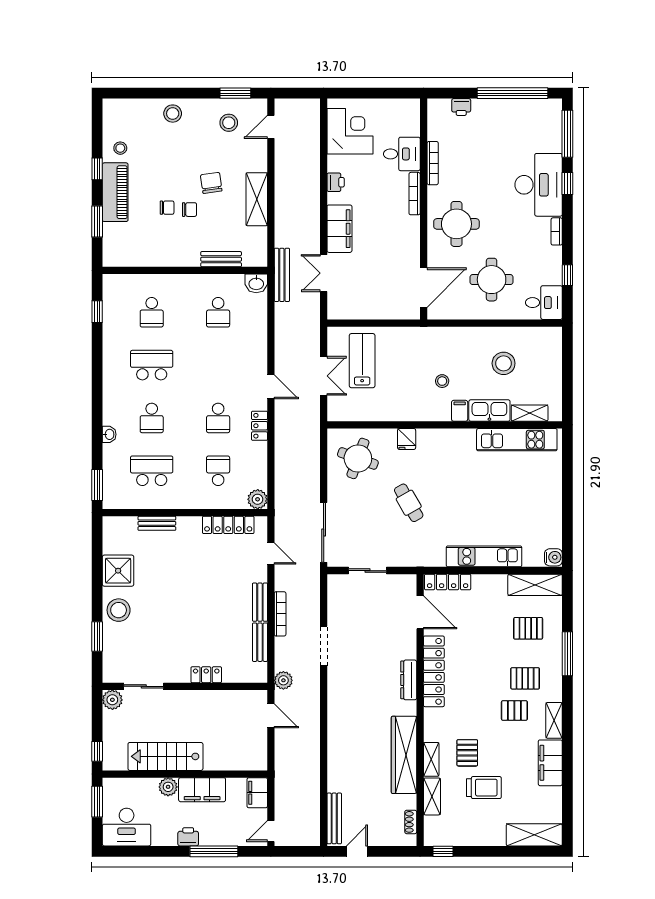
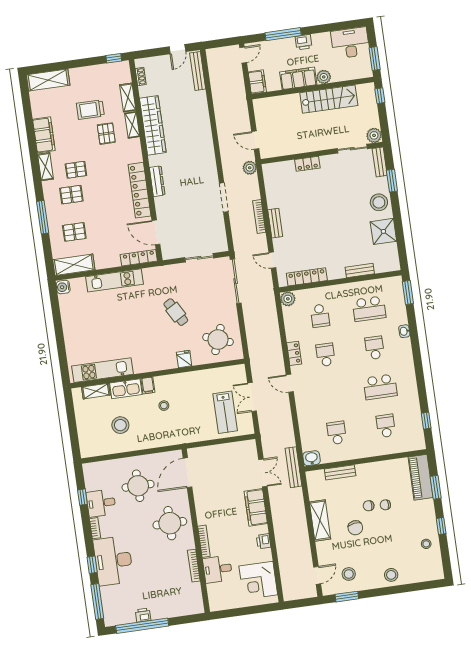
printer: (461, 107) -> (143, 615), moved
piano: (115, 192) -> (421, 477), moved
desk: (544, 303) -> (101, 503), moved
bench: (260, 642) -> (380, 162), moved

